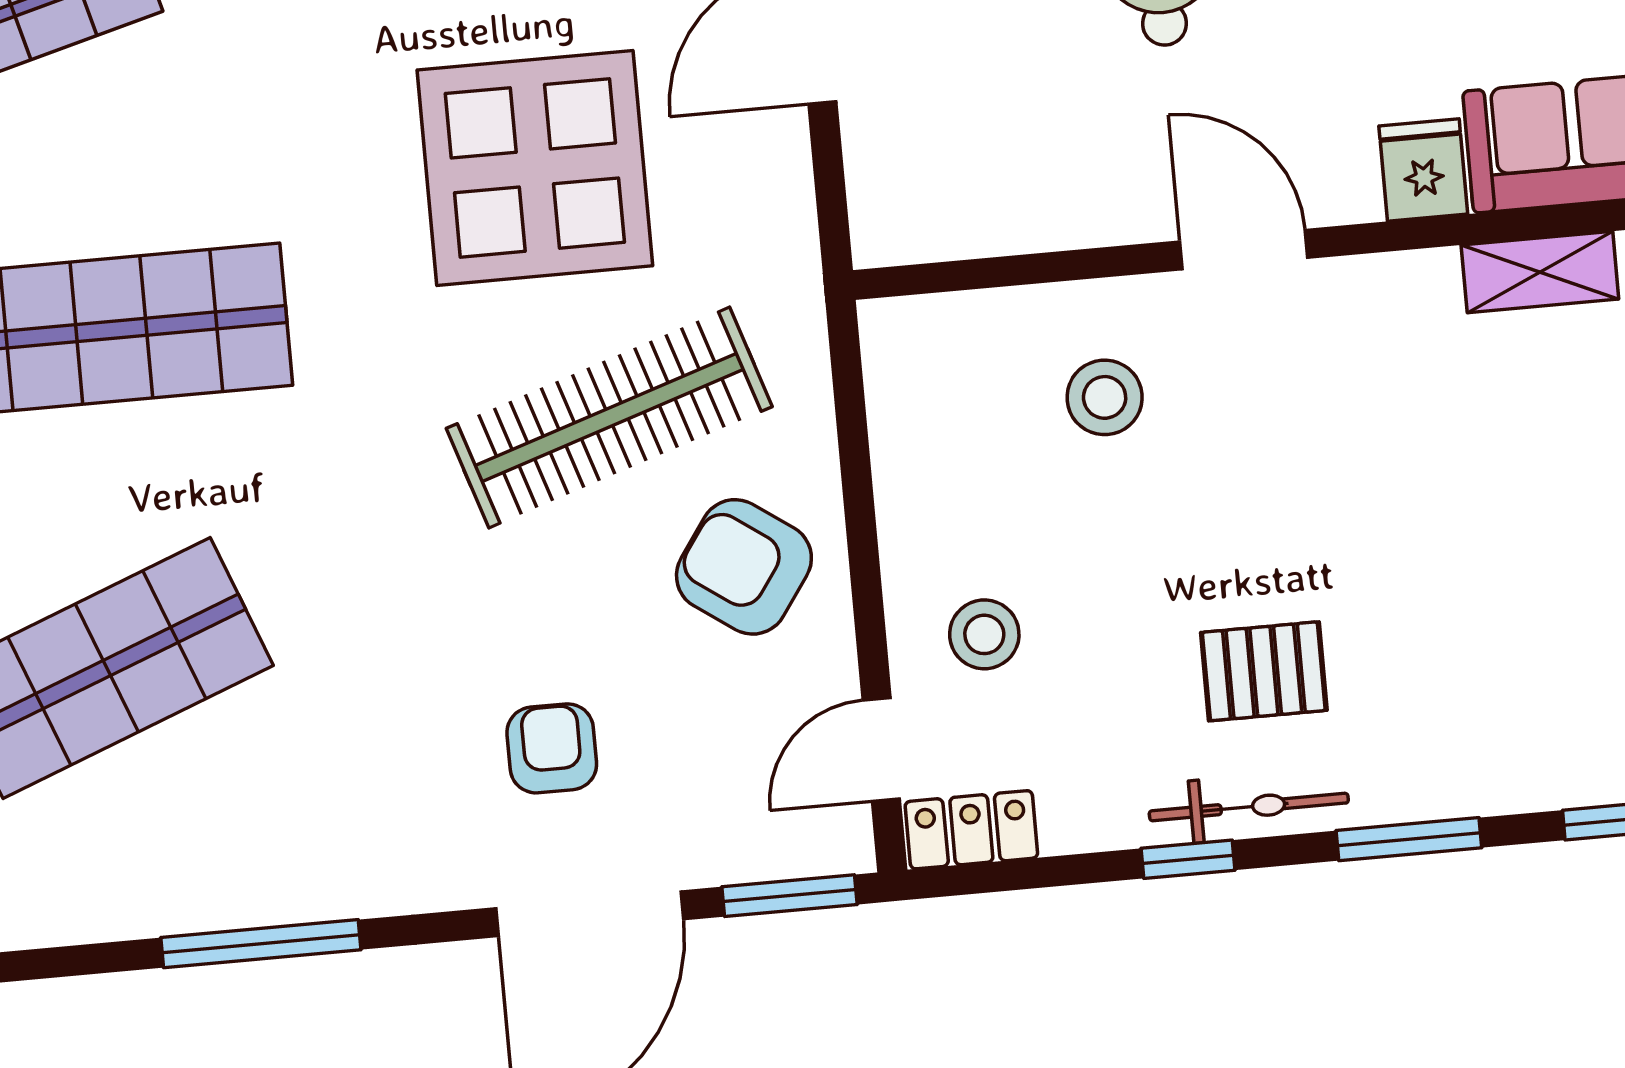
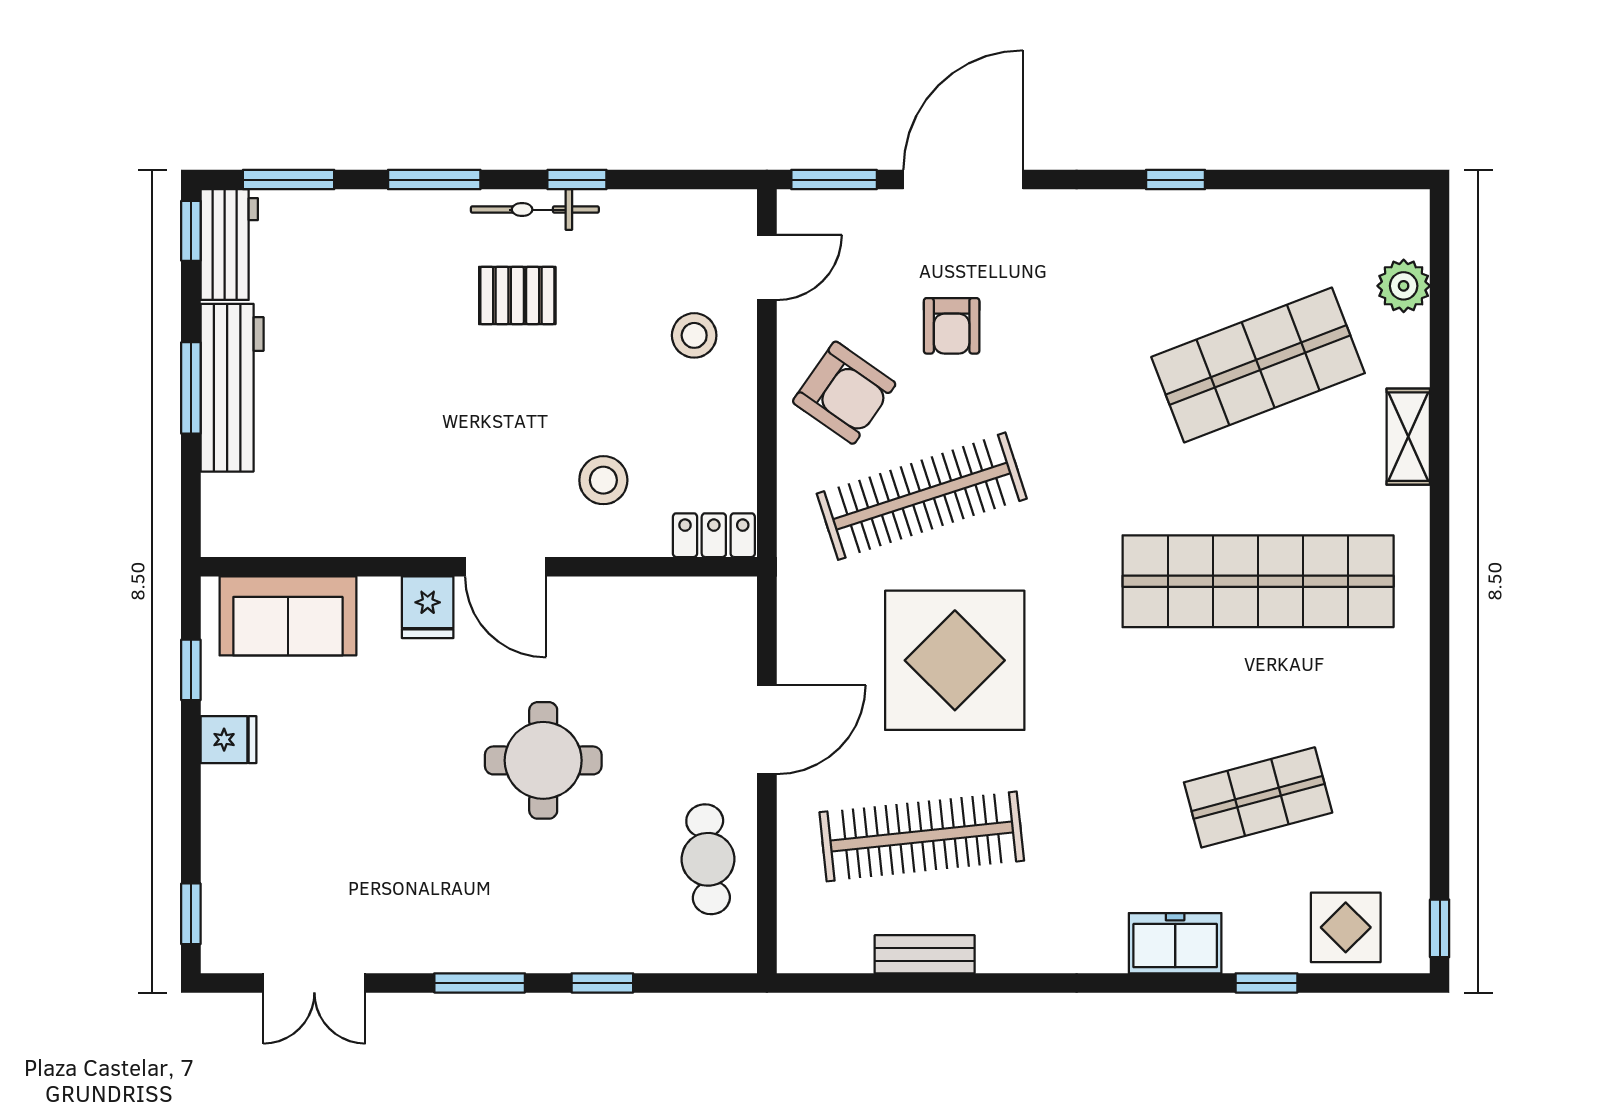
fridge: (1423, 170) -> (428, 607), moved
shelving: (1540, 272) -> (317, 535), removed
armchair: (552, 748) -> (952, 326), moved
locker: (971, 830) -> (714, 535), moved, turned 180
window: (261, 944) -> (1175, 180), width x0.46

